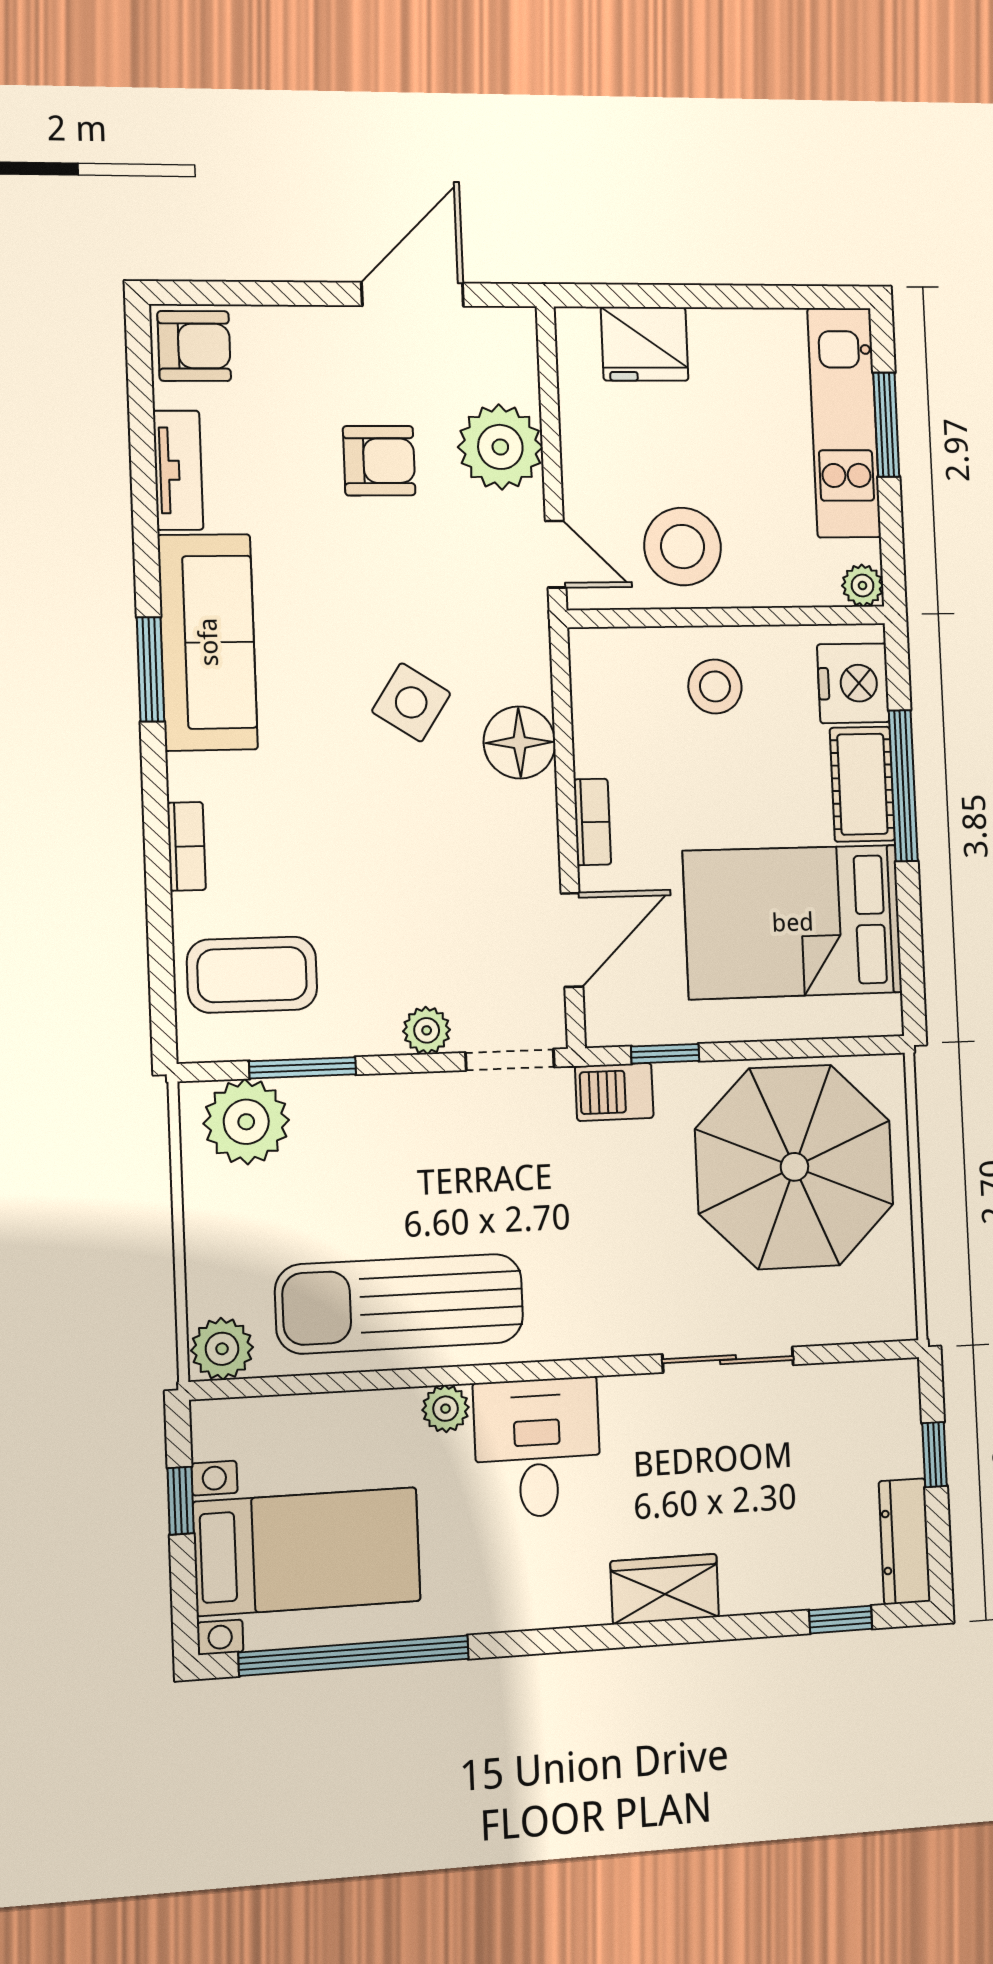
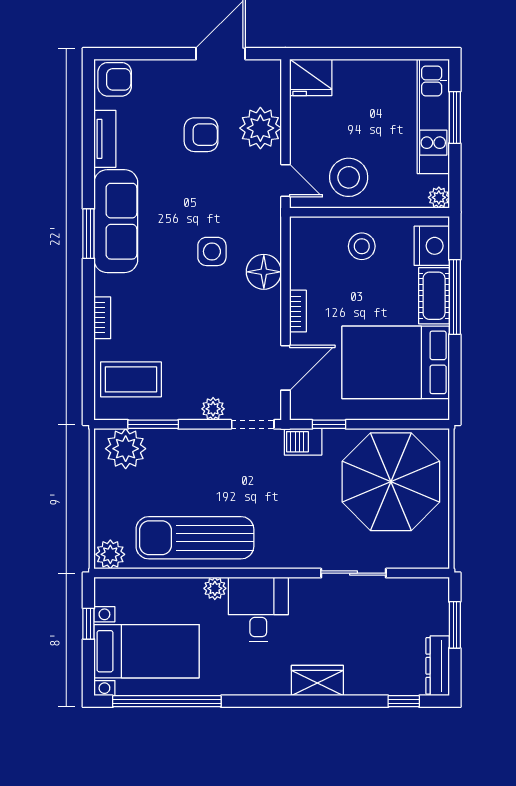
fridge: (645, 344) -> (311, 77), moved
side table: (411, 702) -> (212, 251), turned -33
window: (935, 1455) -> (455, 625), width x1.50

